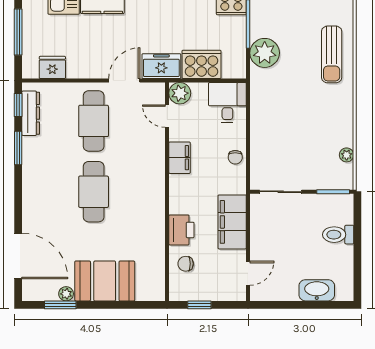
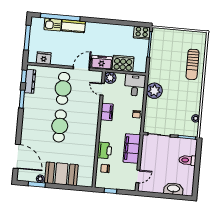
plant: (265, 53) -> (154, 91), moved

